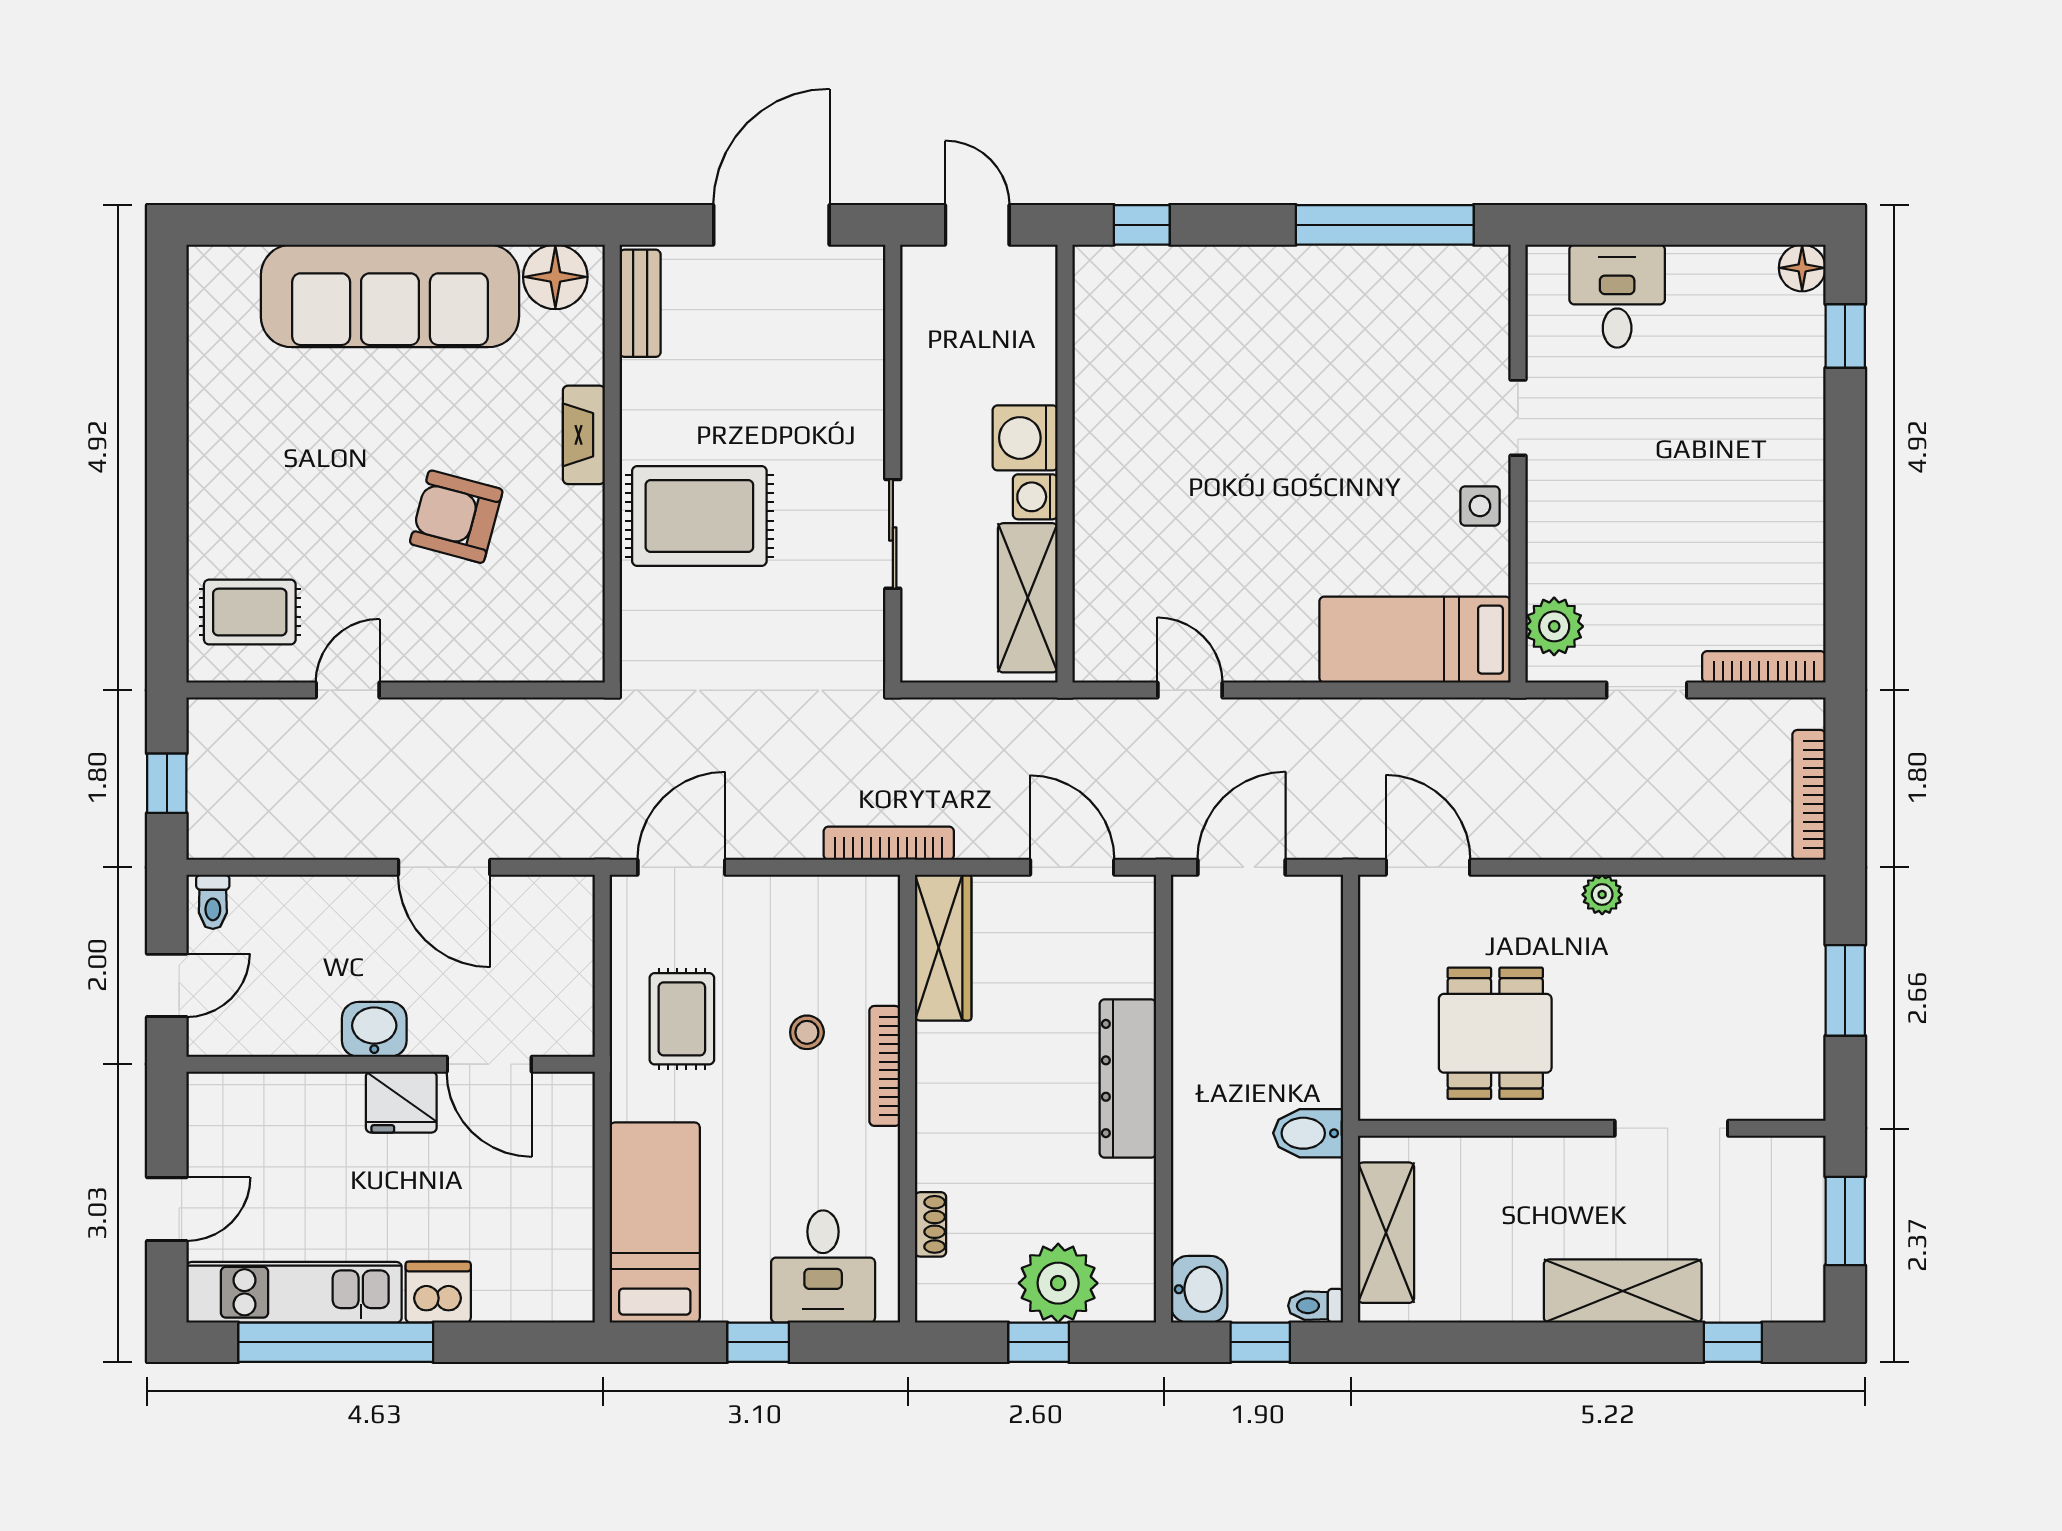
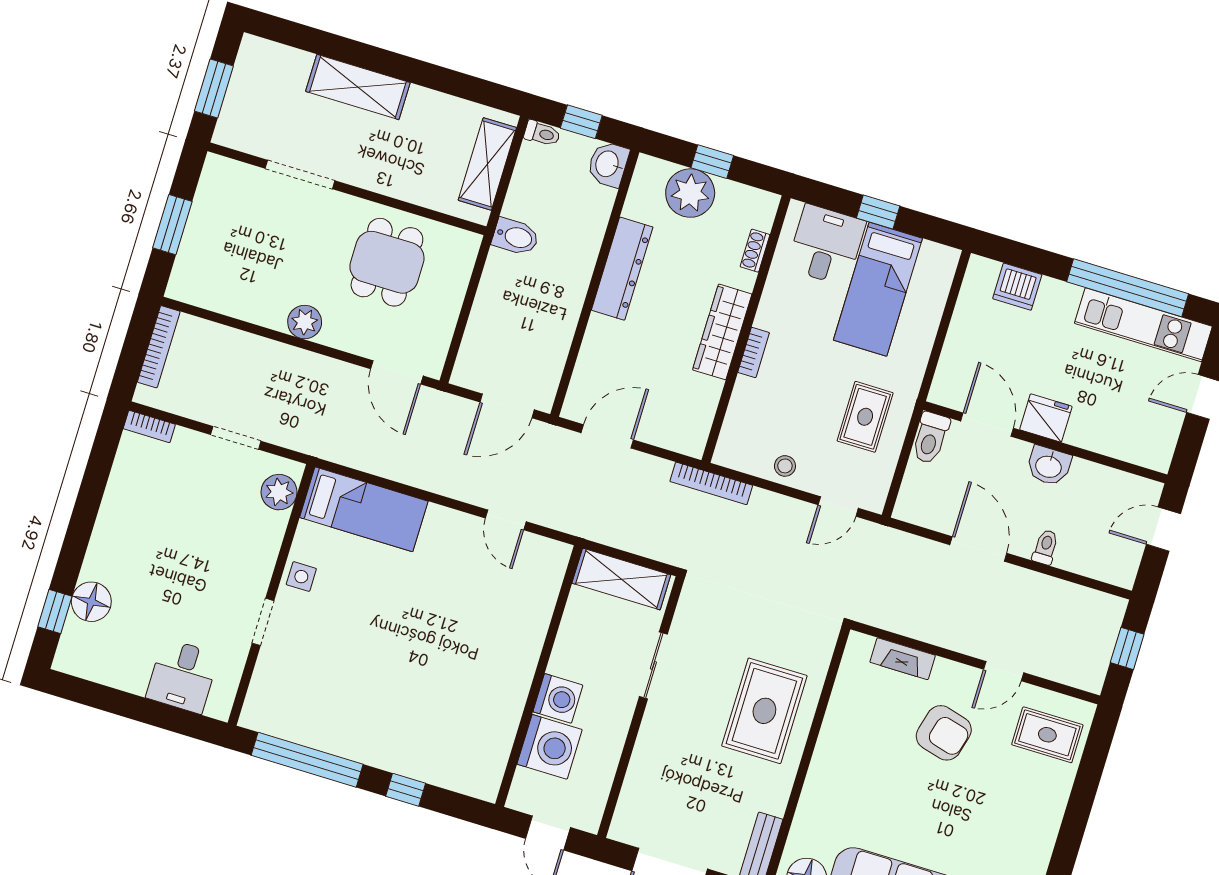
window: (1142, 225) -> (406, 790), moved
floor lamp: (1802, 268) -> (91, 602), moved, width x1.38, depth x1.38
fireplace: (584, 435) -> (903, 659), moved, turned 90
washing machine: (1035, 497) -> (550, 747), moved, width x1.89, depth x1.89
rug: (699, 516) -> (764, 711), turned 90
armchair: (456, 517) -> (944, 733), moved
shelving: (1028, 598) -> (621, 579), moved, turned 90
bookcase: (1764, 667) -> (149, 427), width x0.64
door: (681, 867) -> (838, 506), width x0.73
door: (1072, 867) -> (607, 436), swing flipped
plant: (1602, 895) -> (305, 322), width x1.38, depth x1.38
toilet: (213, 902) -> (1045, 547), moved
wardrobe: (943, 948) -> (722, 332), moved
toilet: (571, 1017) -> (930, 438), added
stool: (807, 1032) -> (785, 466), moved
bookcase: (885, 1066) -> (754, 352), width x0.64
dresser: (1128, 1079) -> (622, 269), moved
bed: (655, 1223) -> (878, 289), moved
dishwasher: (438, 1292) -> (1017, 287), moved
window: (1733, 1342) -> (302, 37), removed

